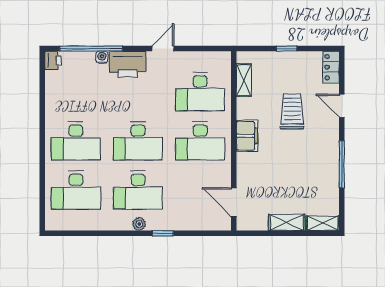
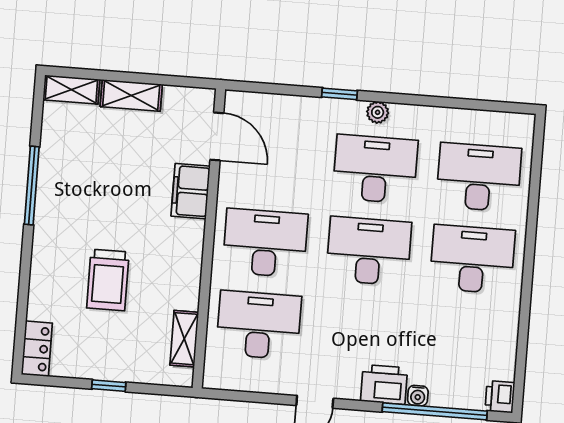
printer: (128, 64) -> (384, 384), width x0.73, depth x0.84
door: (342, 106) -> (24, 283), removed
filing cabinet: (247, 136) -> (191, 191), moved

